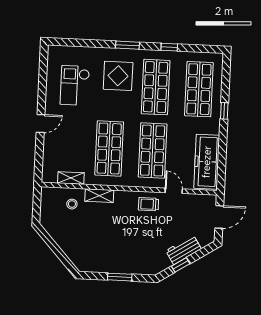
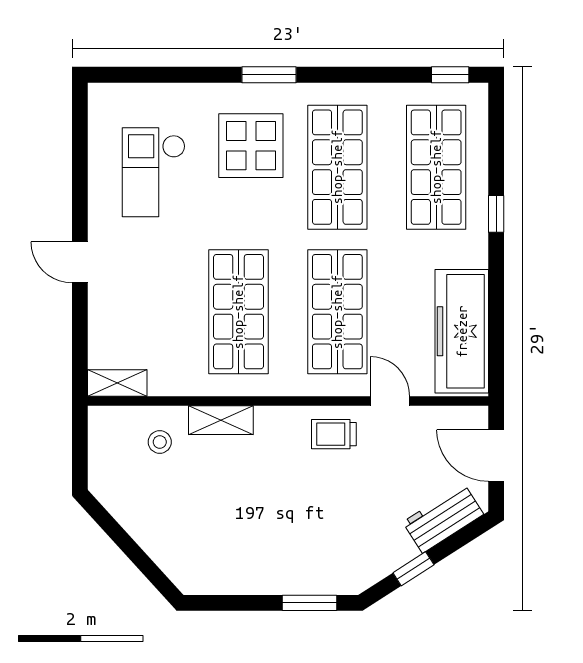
window: (169, 47) -> (450, 75), moved
door: (41, 124) -> (80, 262), swing flipped
shelving: (71, 178) -> (117, 383), moved
door: (219, 217) -> (496, 456), swing flipped
workbench: (184, 250) -> (443, 518), moved
window: (120, 277) -> (309, 603), moved

